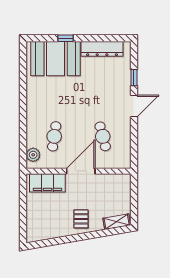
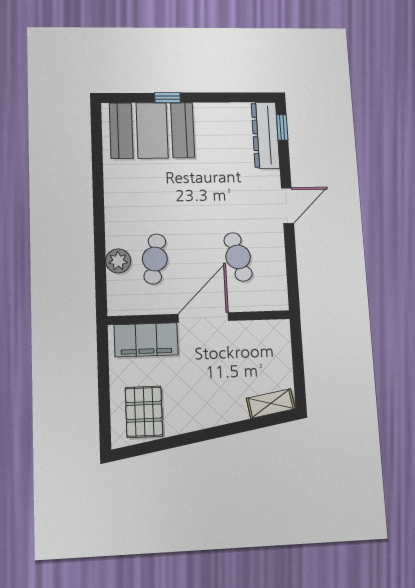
dresser: (102, 49) -> (265, 135), moved, turned 90
window: (134, 78) -> (282, 127), moved
plant: (33, 155) -> (118, 261), moved
pallet: (81, 219) -> (144, 412), moved, width x1.50, depth x1.42

